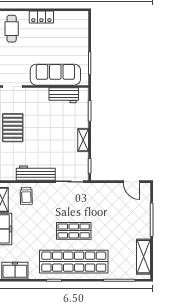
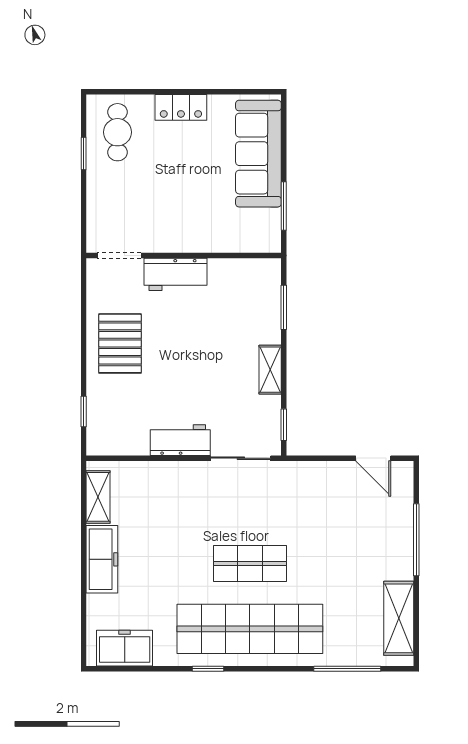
sofa: (55, 75) -> (258, 154), moved, turned -90
workbench: (64, 95) -> (176, 274), moved
workbench: (36, 173) -> (180, 440), width x0.73
trolley: (26, 196) -> (149, 489), removed

